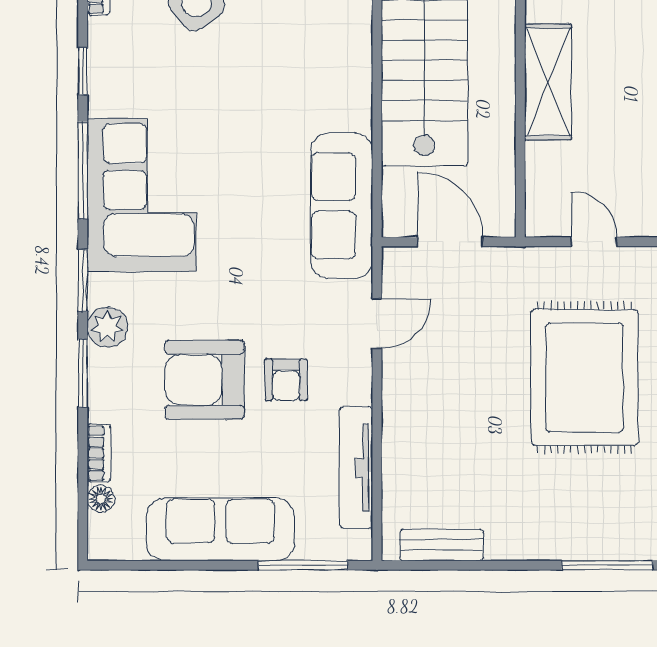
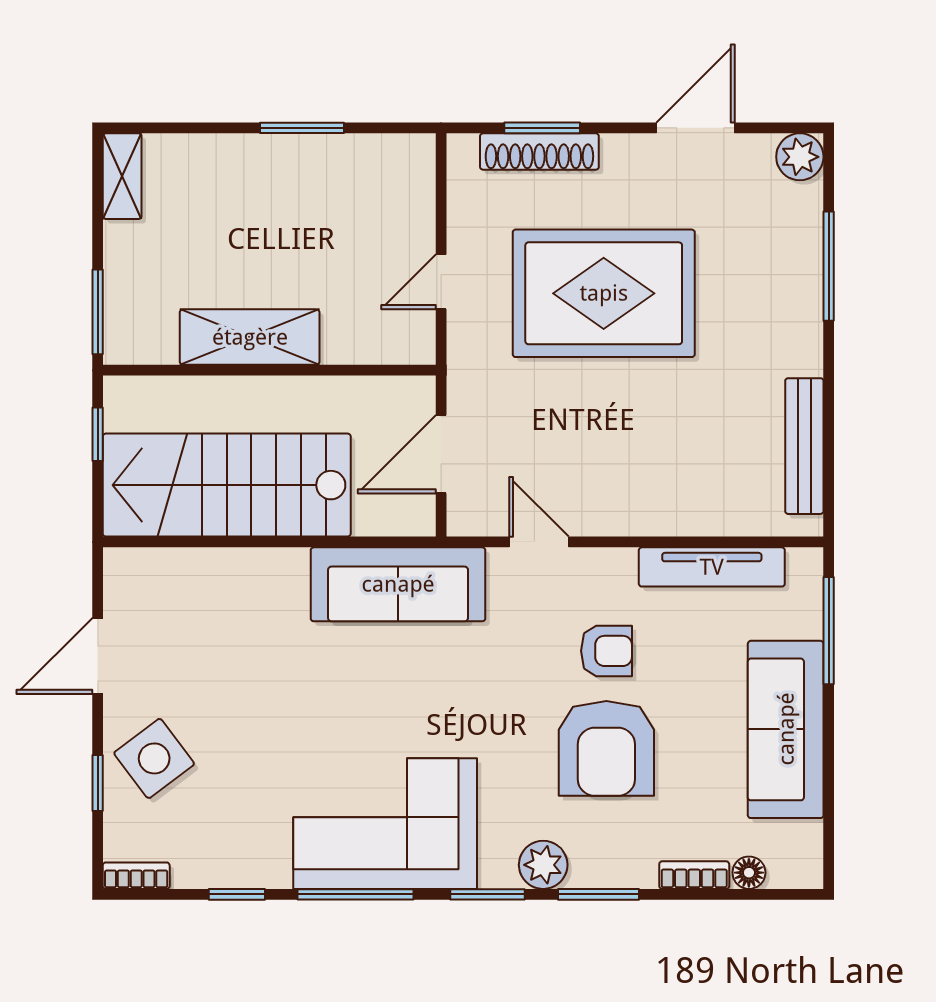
bench: (442, 545) -> (804, 446), width x1.36

